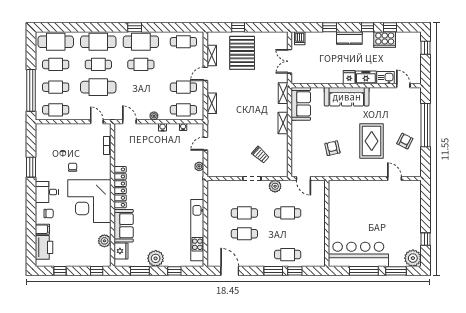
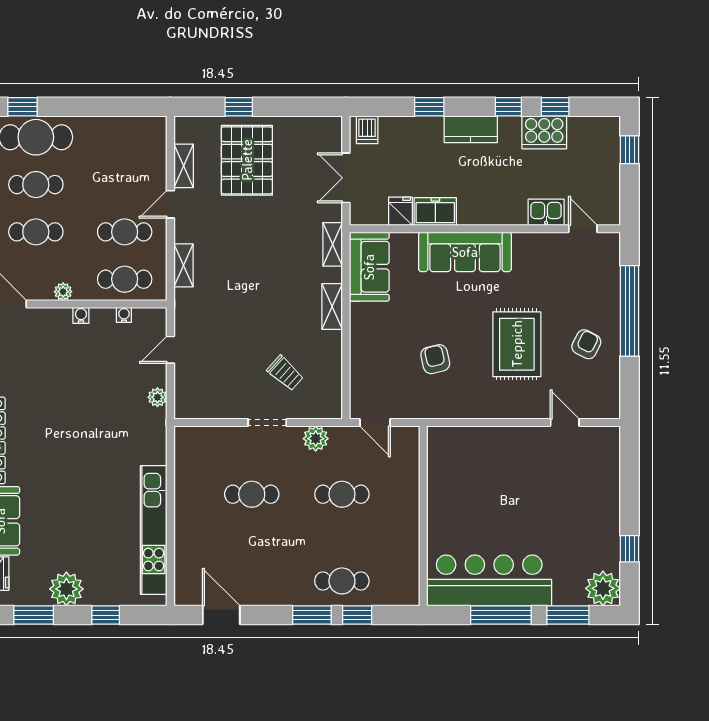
cafe table: (183, 42) -> (36, 232), moved
fridge: (349, 77) -> (400, 211), moved
freezer: (366, 77) -> (435, 212), moved
cafe table: (244, 234) -> (252, 538), removed

